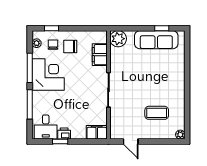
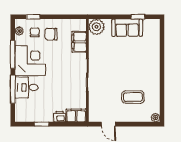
sofa: (156, 40) -> (127, 28), width x0.73
desk: (46, 127) -> (26, 87), moved, turned 90
printer: (64, 133) -> (60, 117), moved

